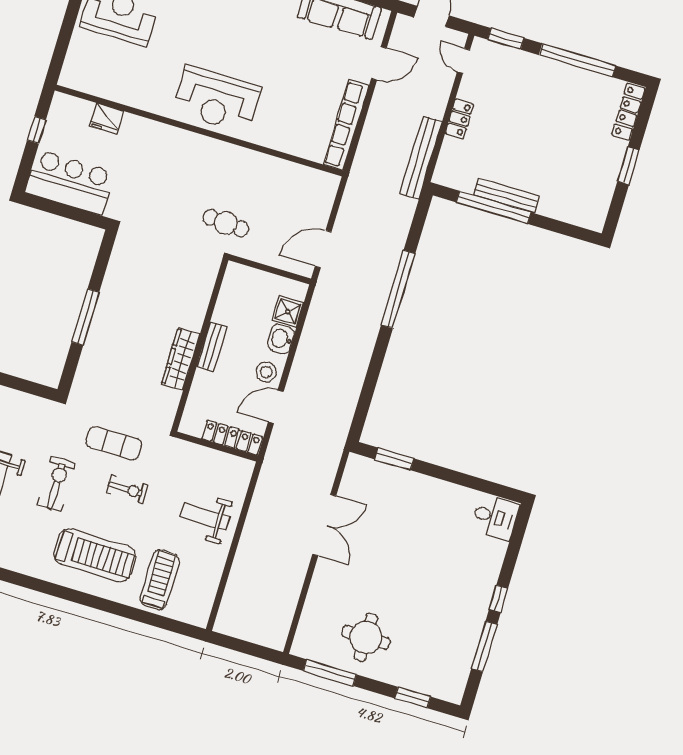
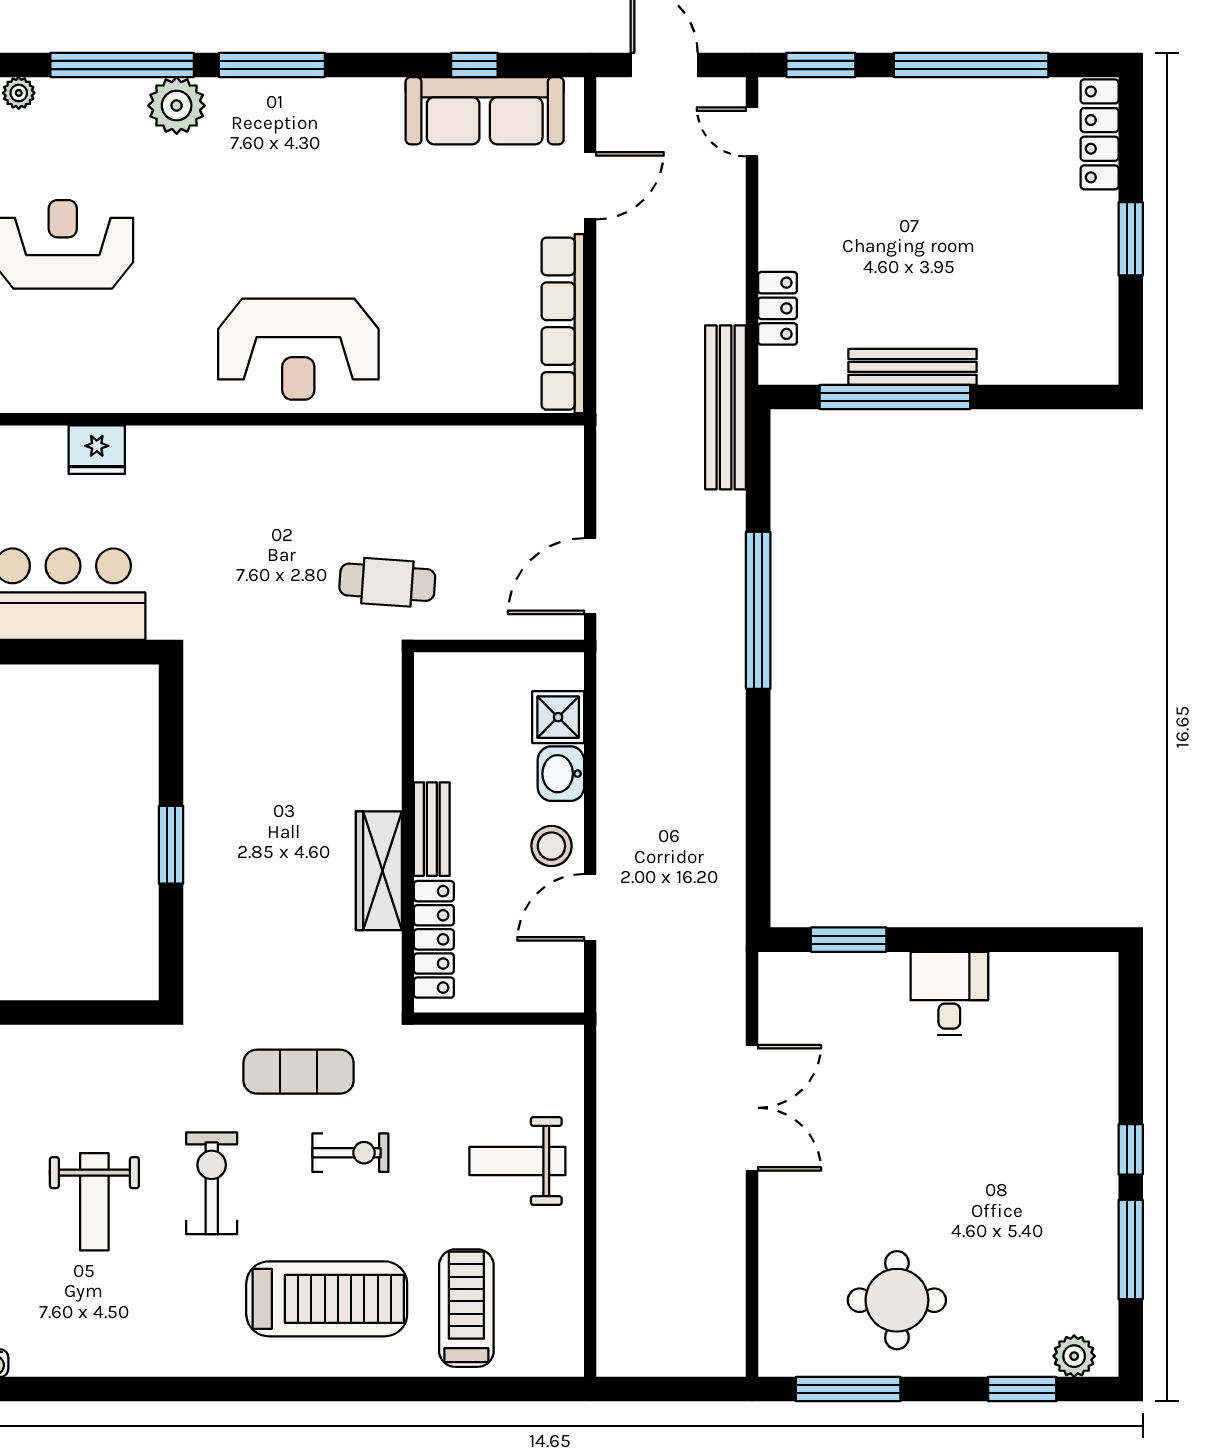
locker: (459, 119) -> (778, 308), moved
bench: (421, 158) -> (726, 407), moved
window: (85, 317) -> (171, 845), width x0.69
locker: (232, 438) -> (434, 939), moved, turned 90
desk: (495, 517) -> (949, 994), moved, turned -90
plant: (442, 689) -> (1074, 1356), added

